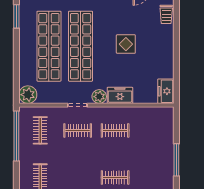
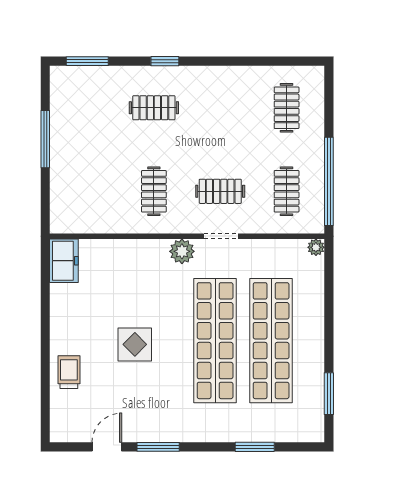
trolley: (166, 14) -> (69, 372), moved
plant: (28, 95) -> (316, 247), width x0.53, depth x0.53
freezer: (120, 95) -> (145, 253), removed
clothes rail: (115, 130) -> (154, 191), turned 90

